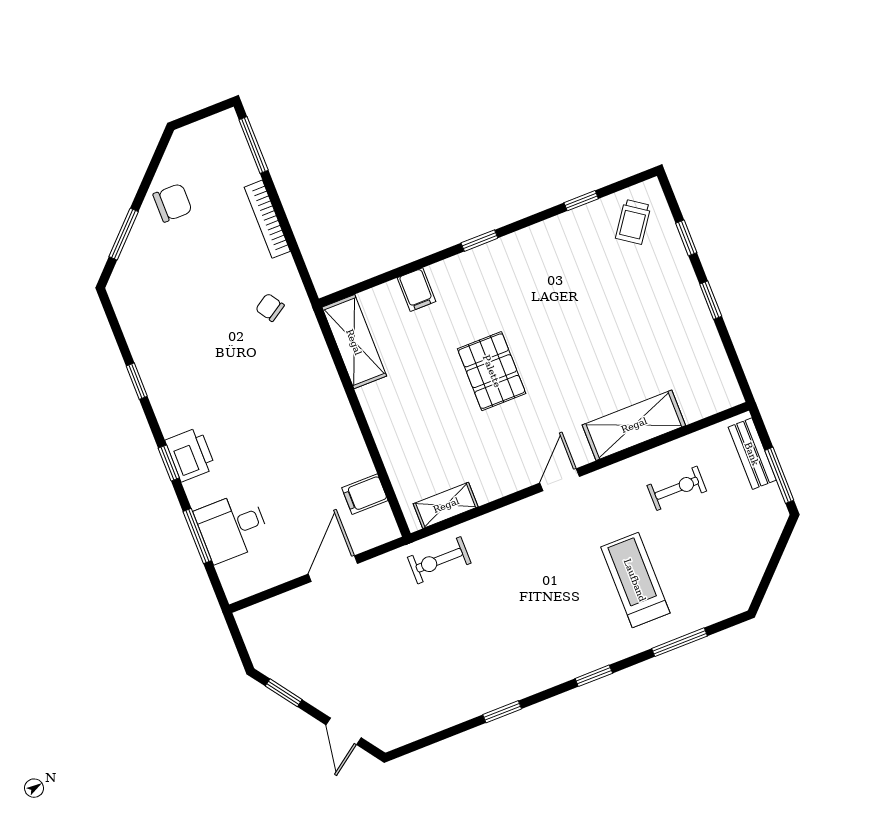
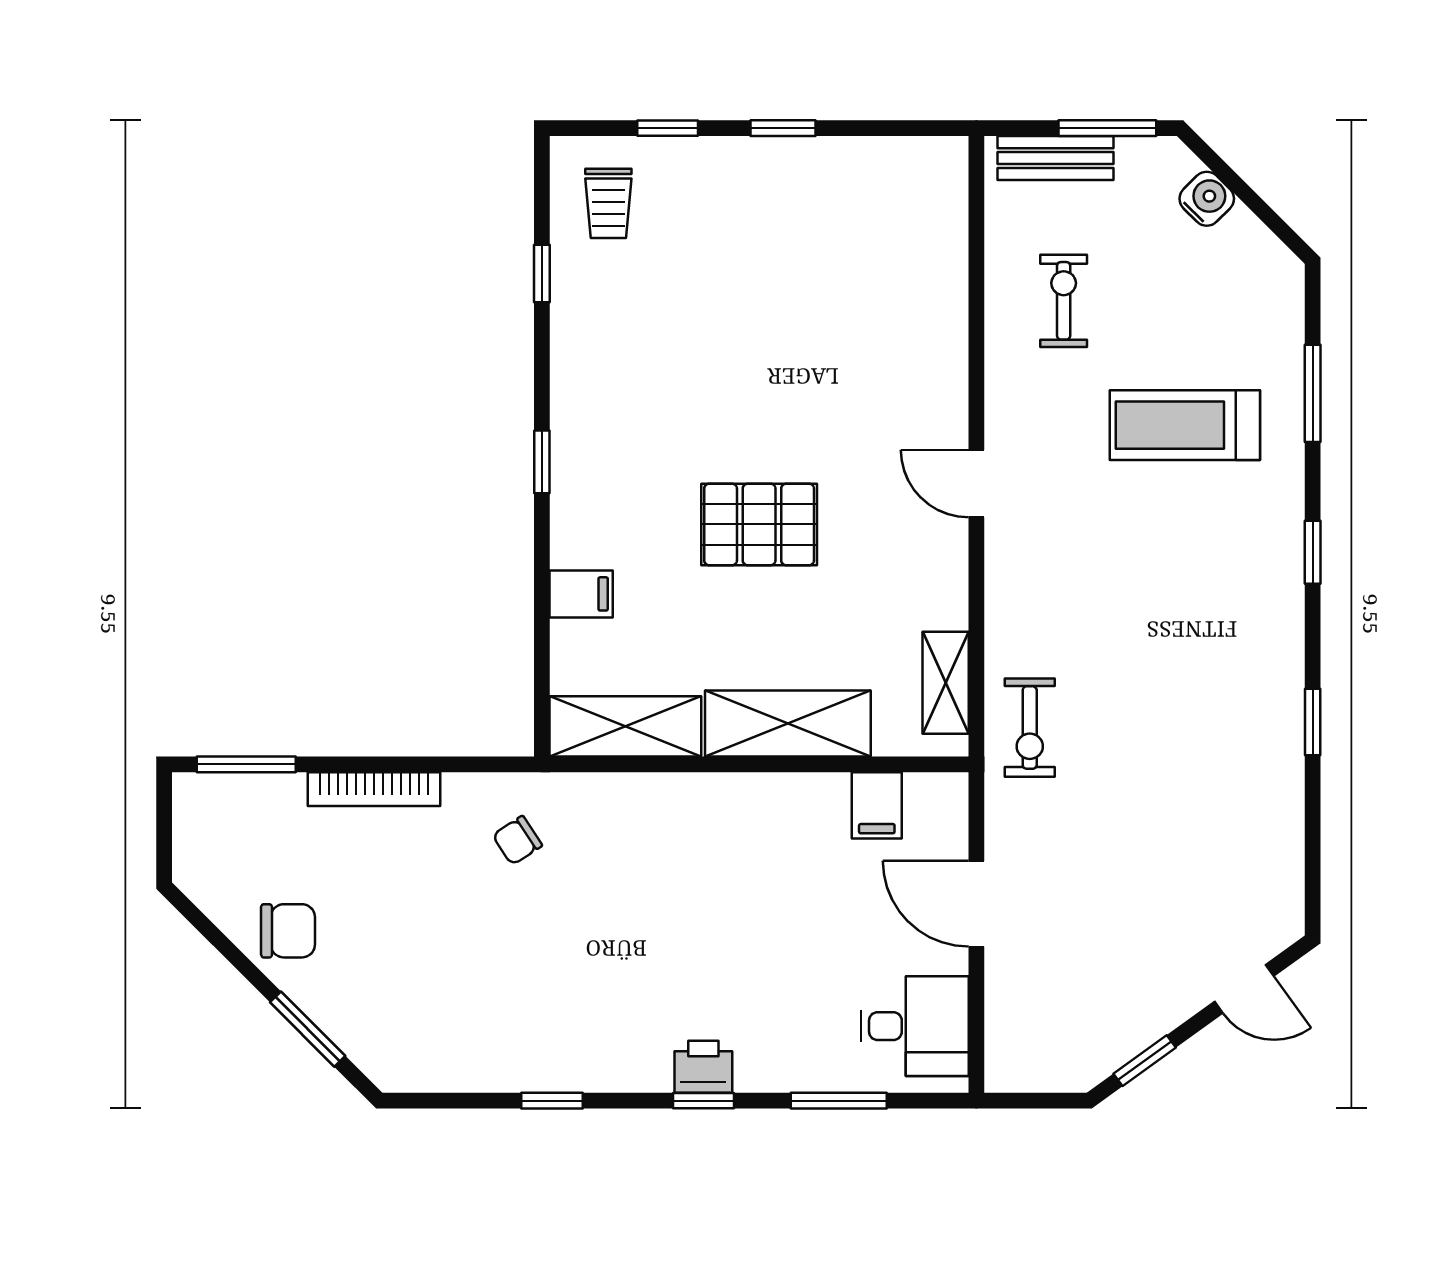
chair: (173, 203) -> (288, 931), turned 90
trolley: (633, 222) -> (608, 203), turned 55
shelving: (634, 425) -> (788, 724), moved, turned 90
printer: (190, 454) -> (703, 1067), width x0.73, depth x0.81
desk: (232, 527) -> (915, 1026), moved, turned -90
water cooler: (762, 544) -> (1207, 199), added

